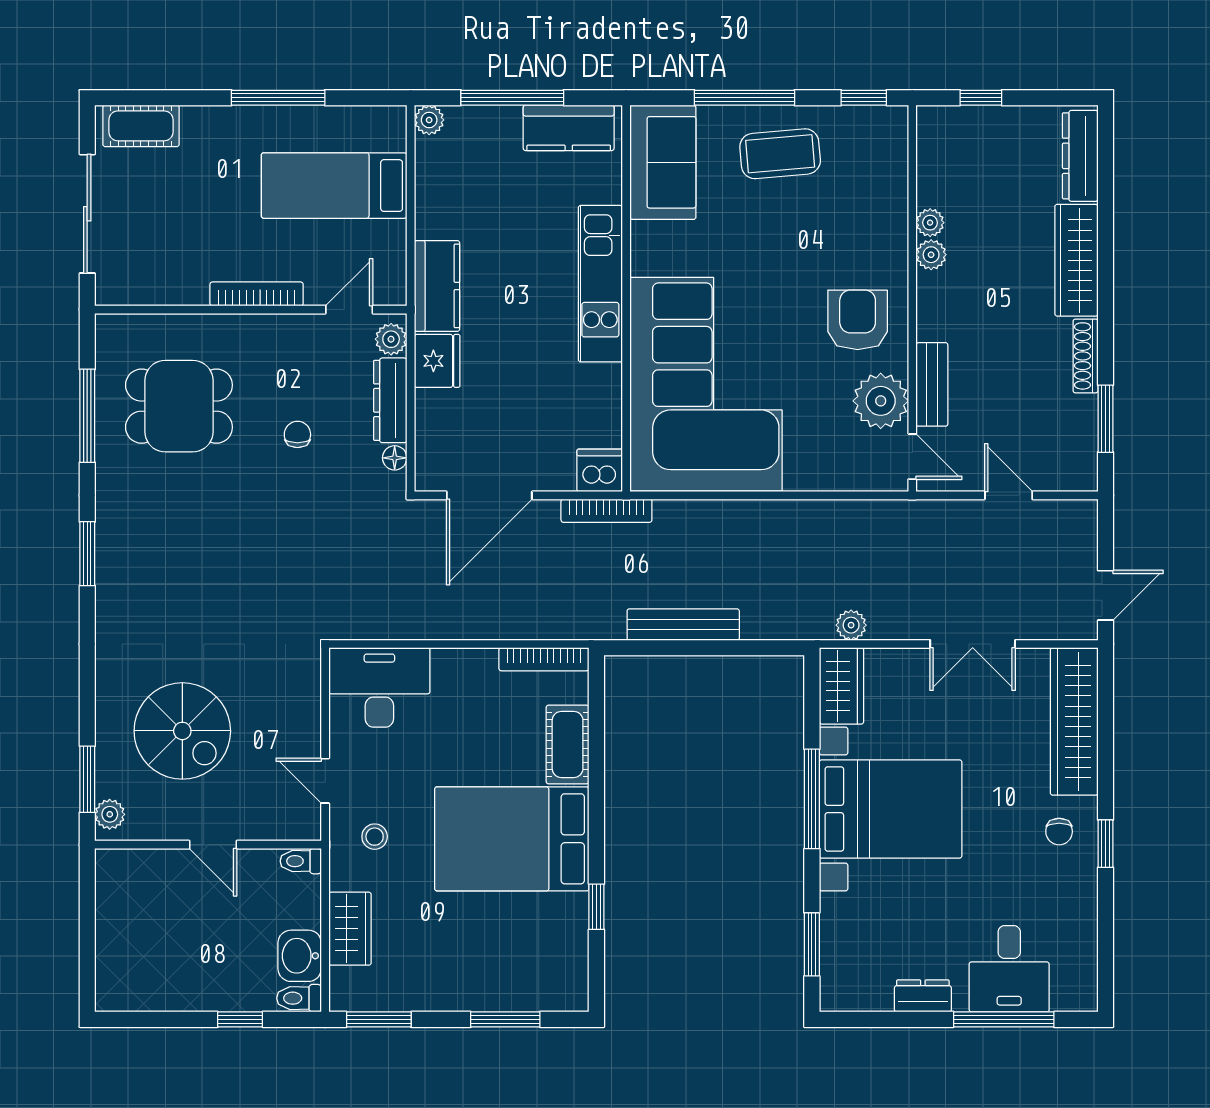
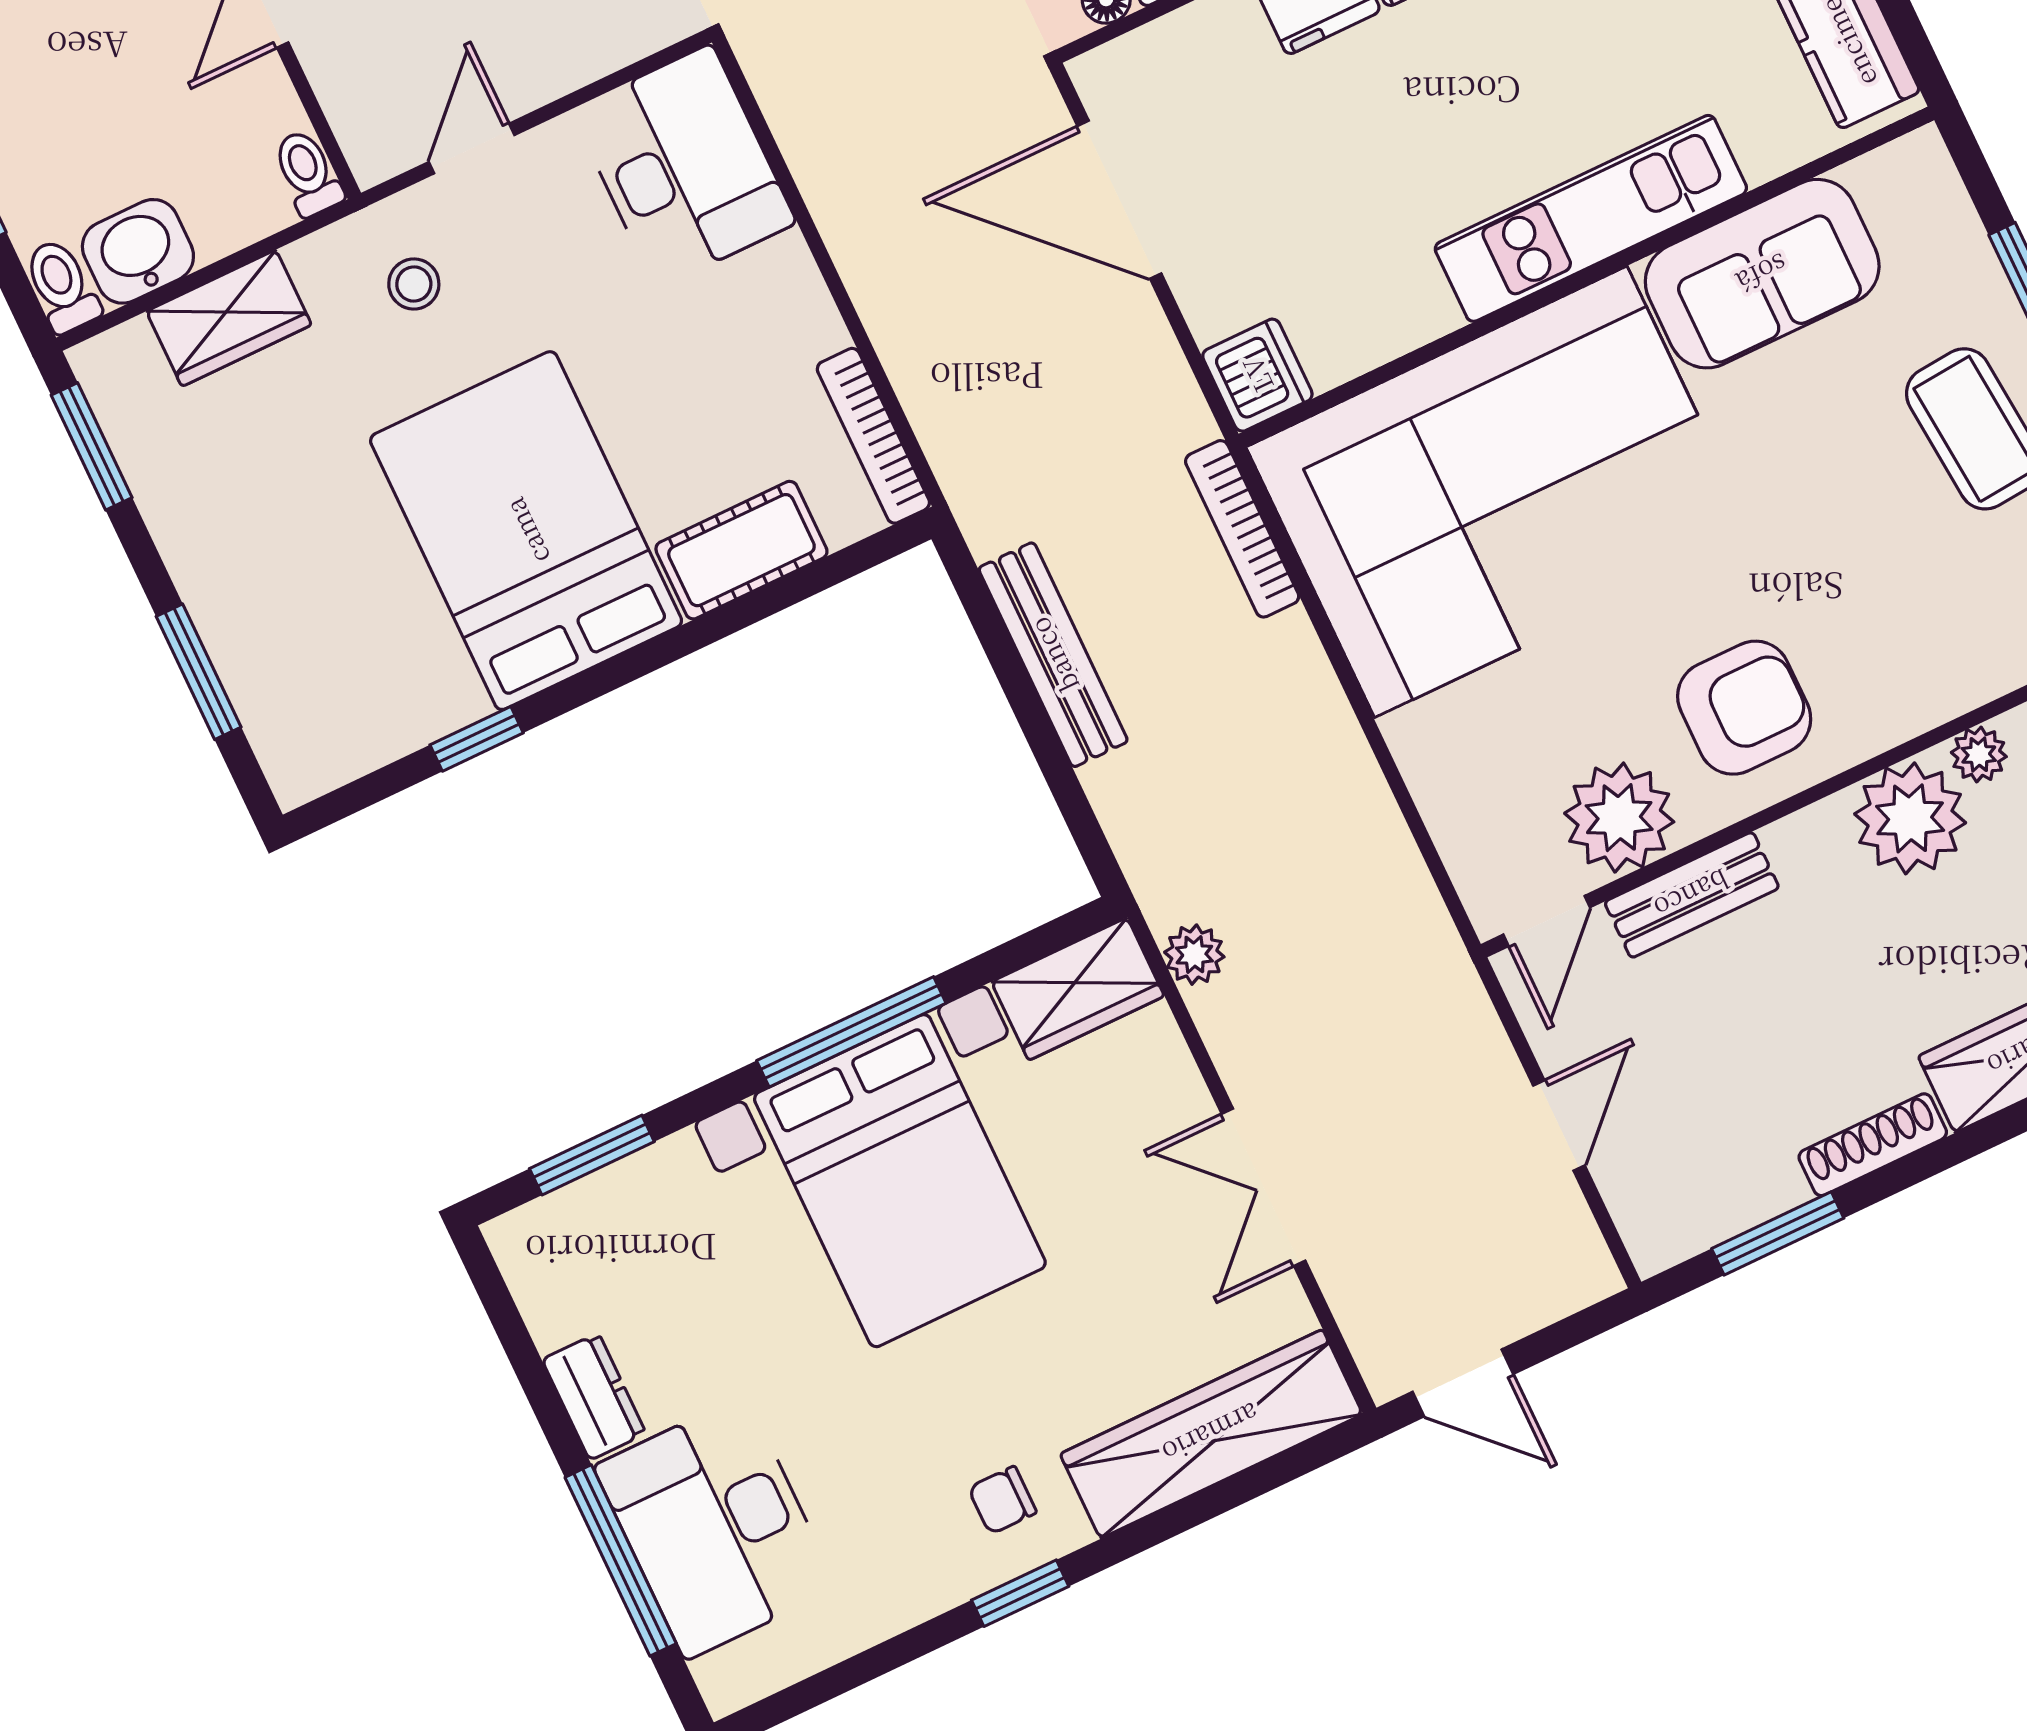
sofa: (663, 162) -> (1762, 274), moved
plant: (931, 255) -> (1910, 818), width x1.88, depth x1.88
bookcase: (606, 511) -> (1242, 529), moved
desk: (1009, 969) -> (715, 1527), width x1.37

